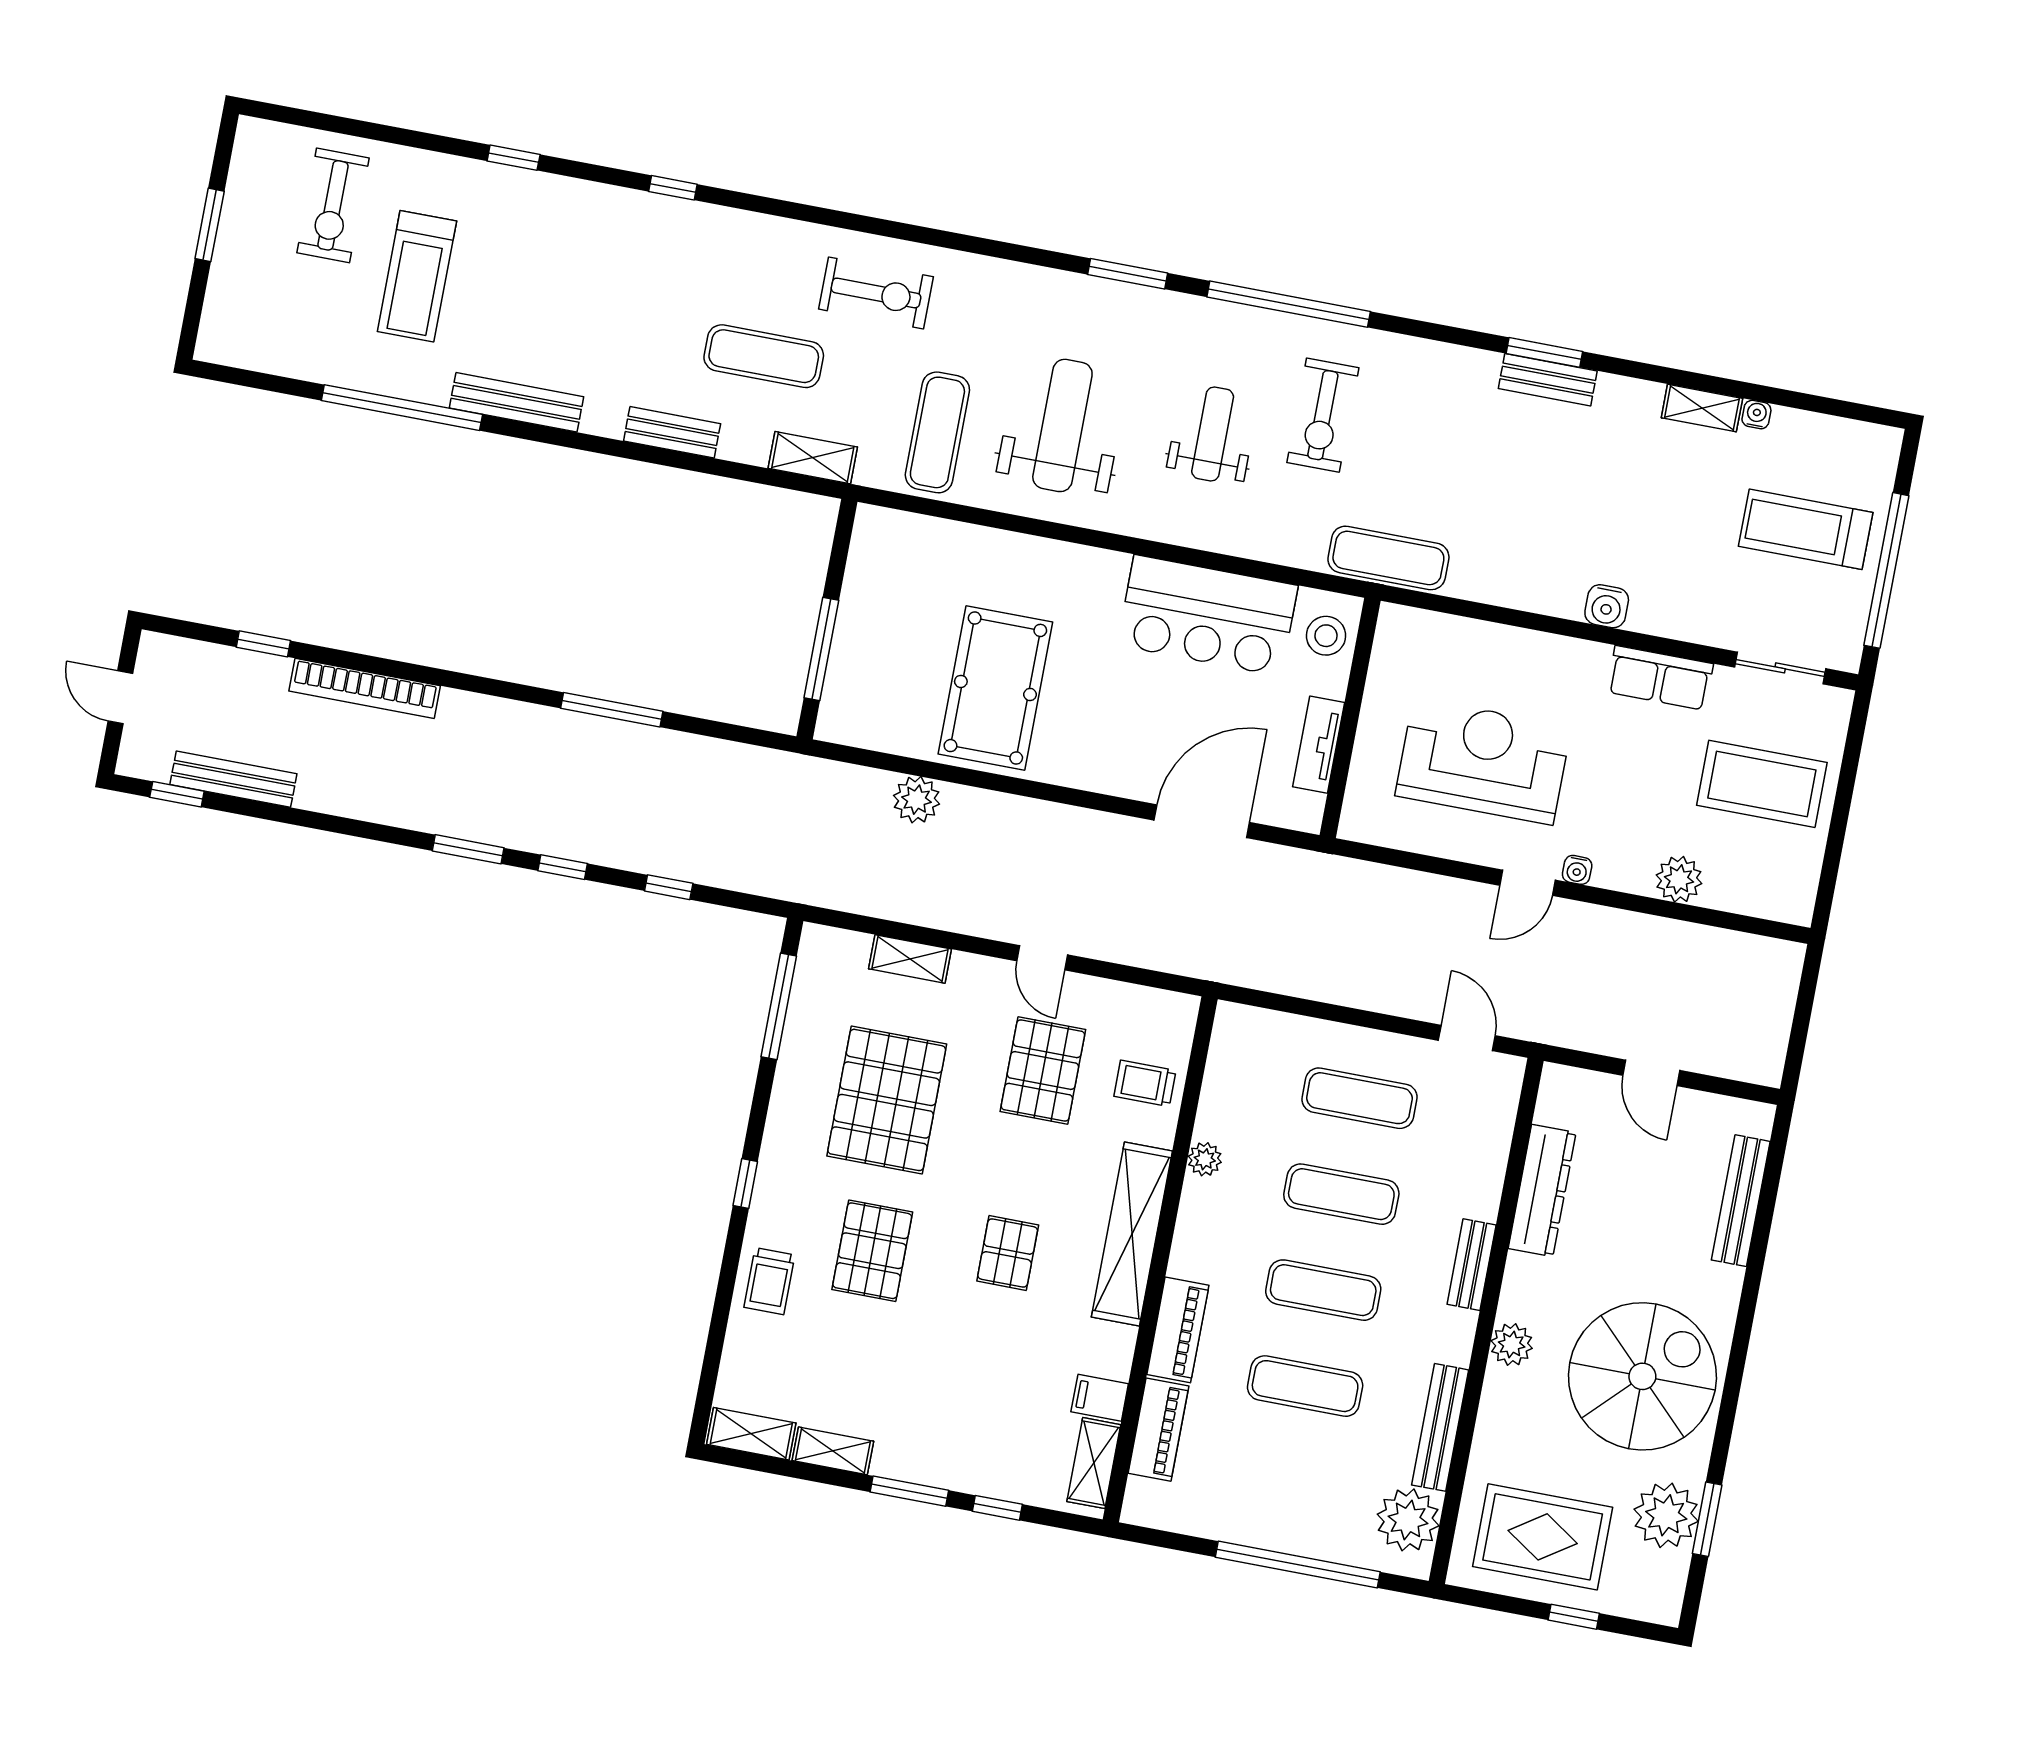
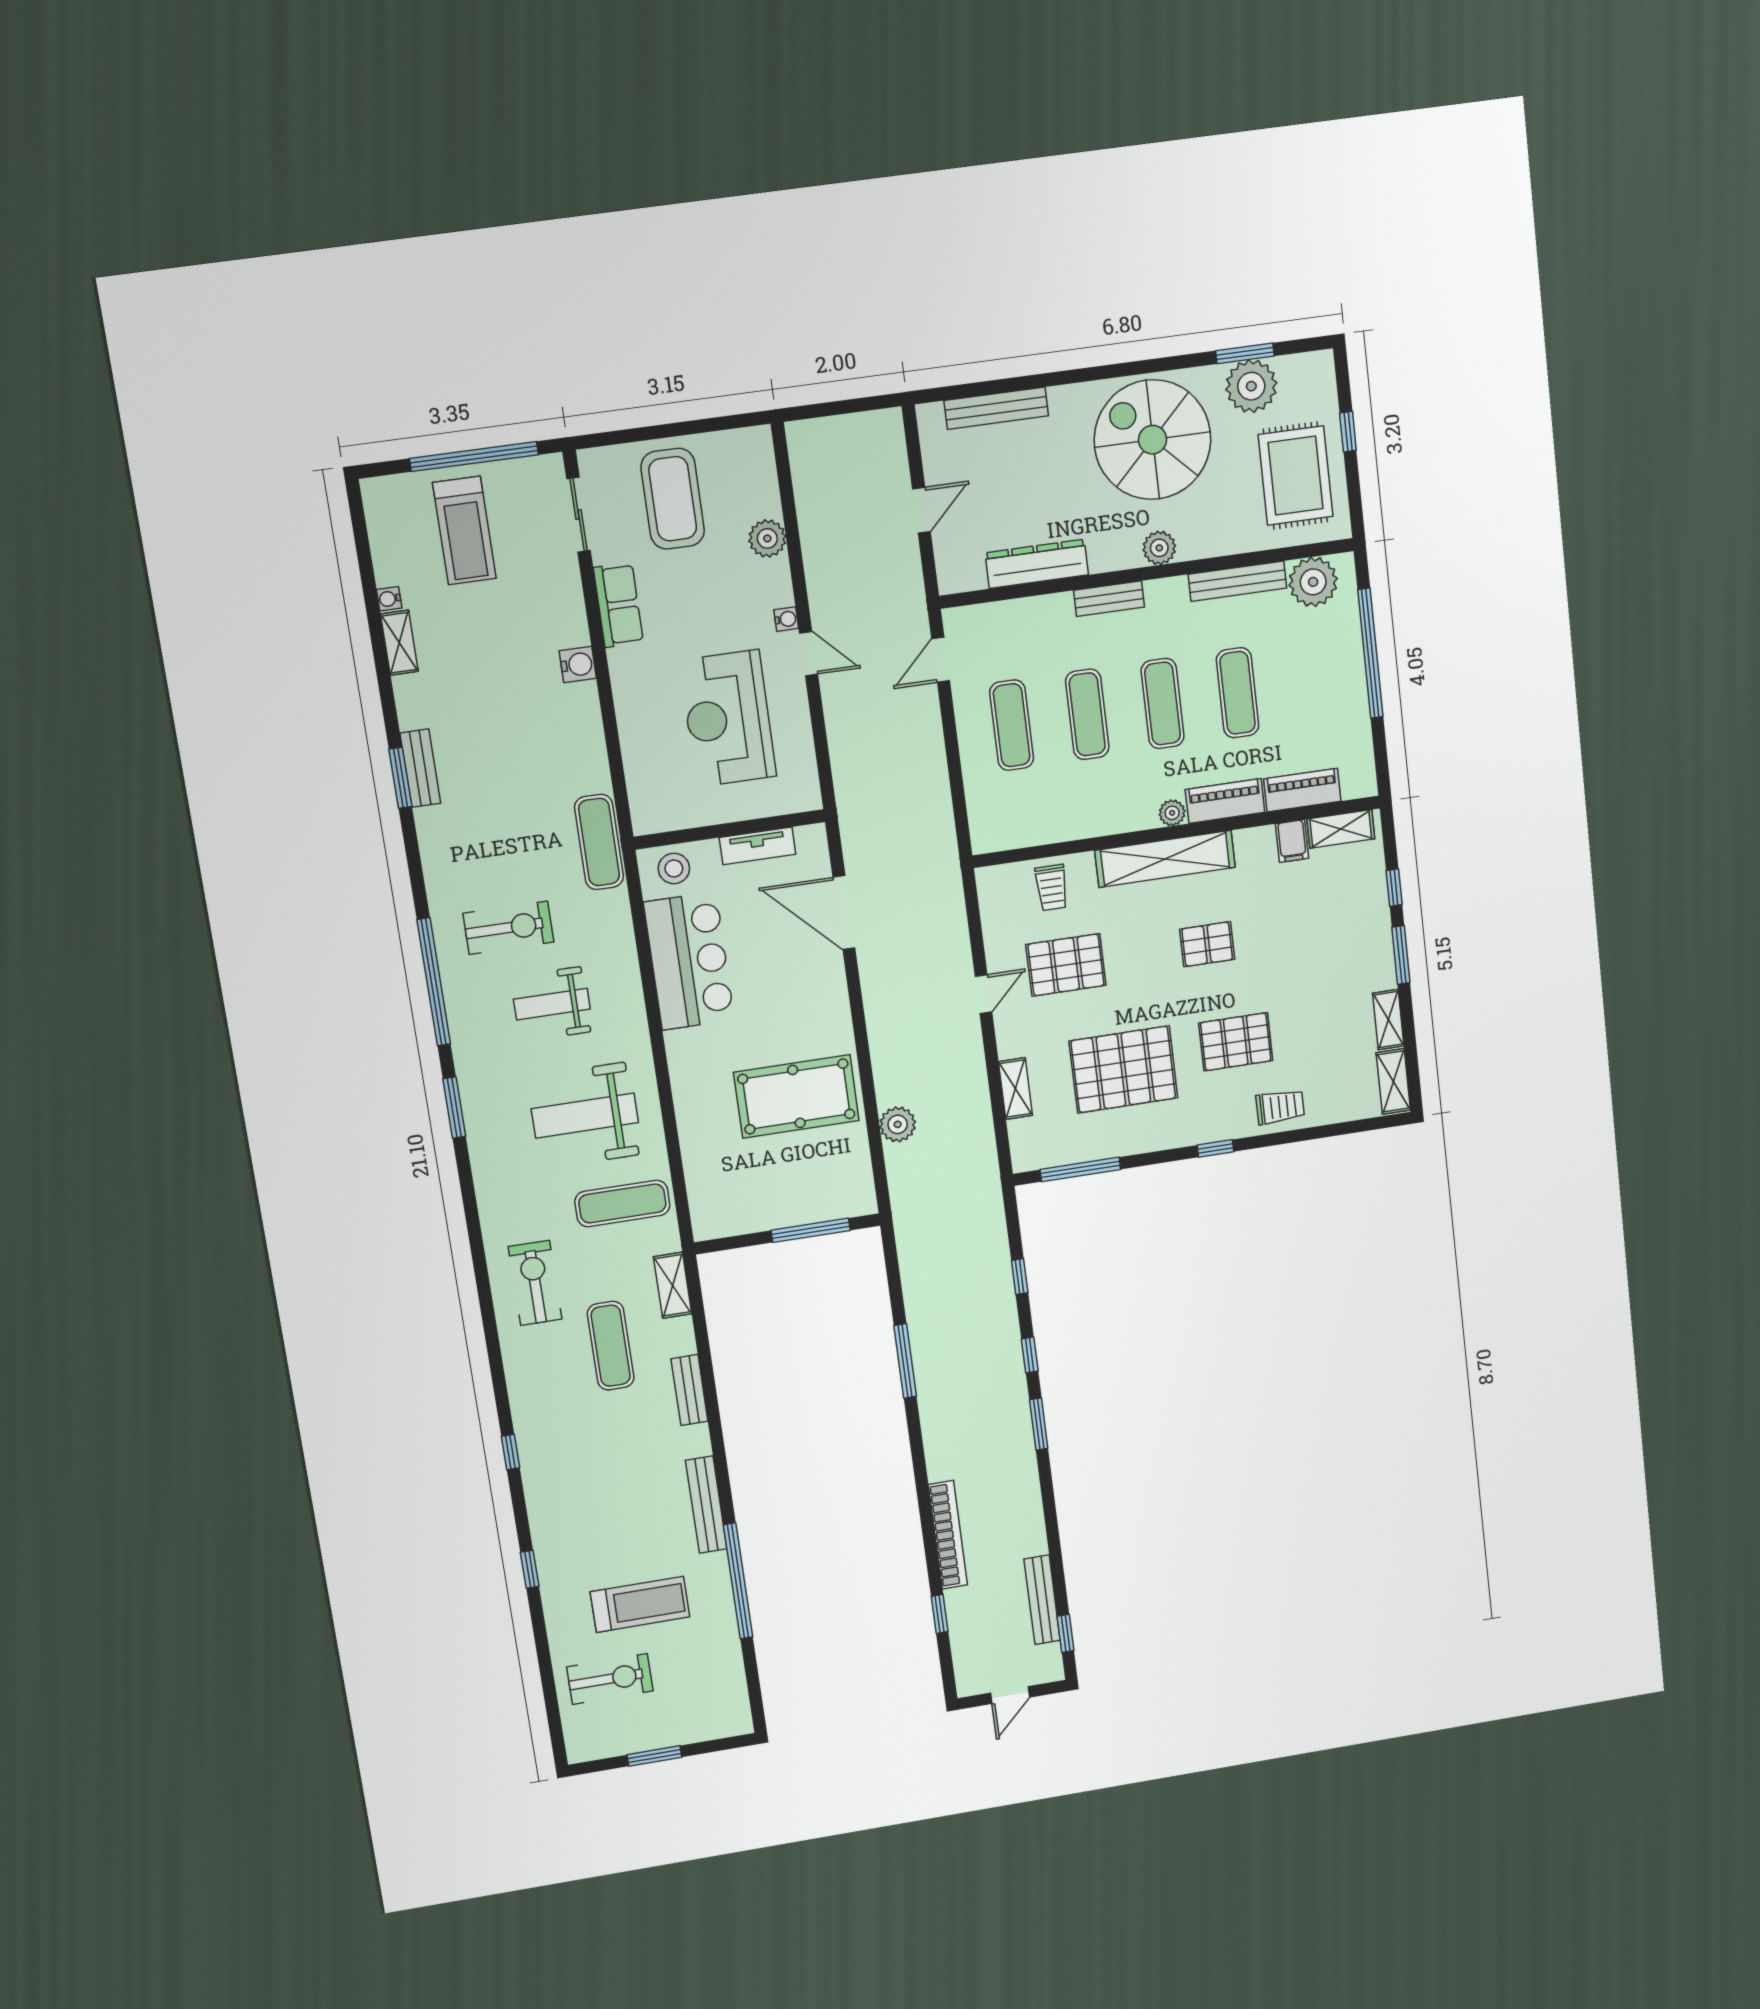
plant: (1205, 1159) -> (1172, 813), moved

